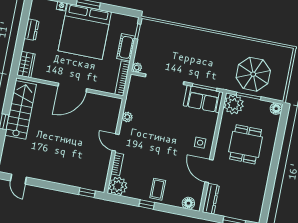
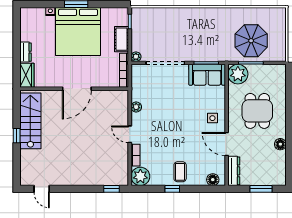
dresser: (31, 30) -> (26, 52), moved
floor lamp: (276, 109) -> (280, 144), moved

